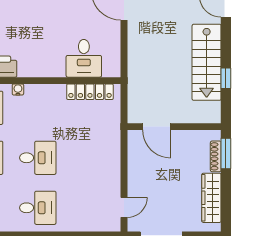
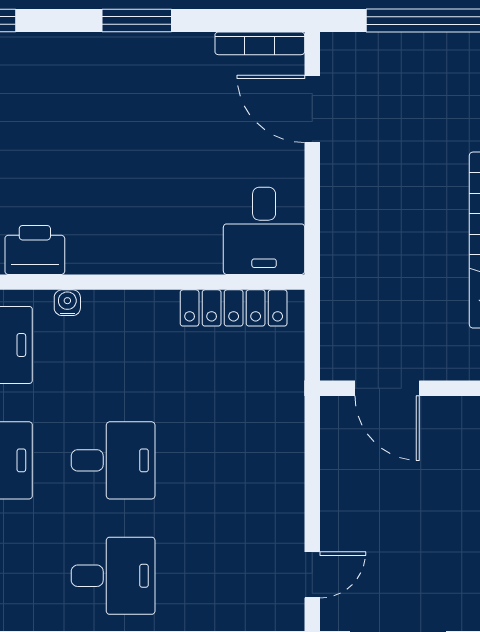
desk: (84, 58) -> (264, 231), moved

